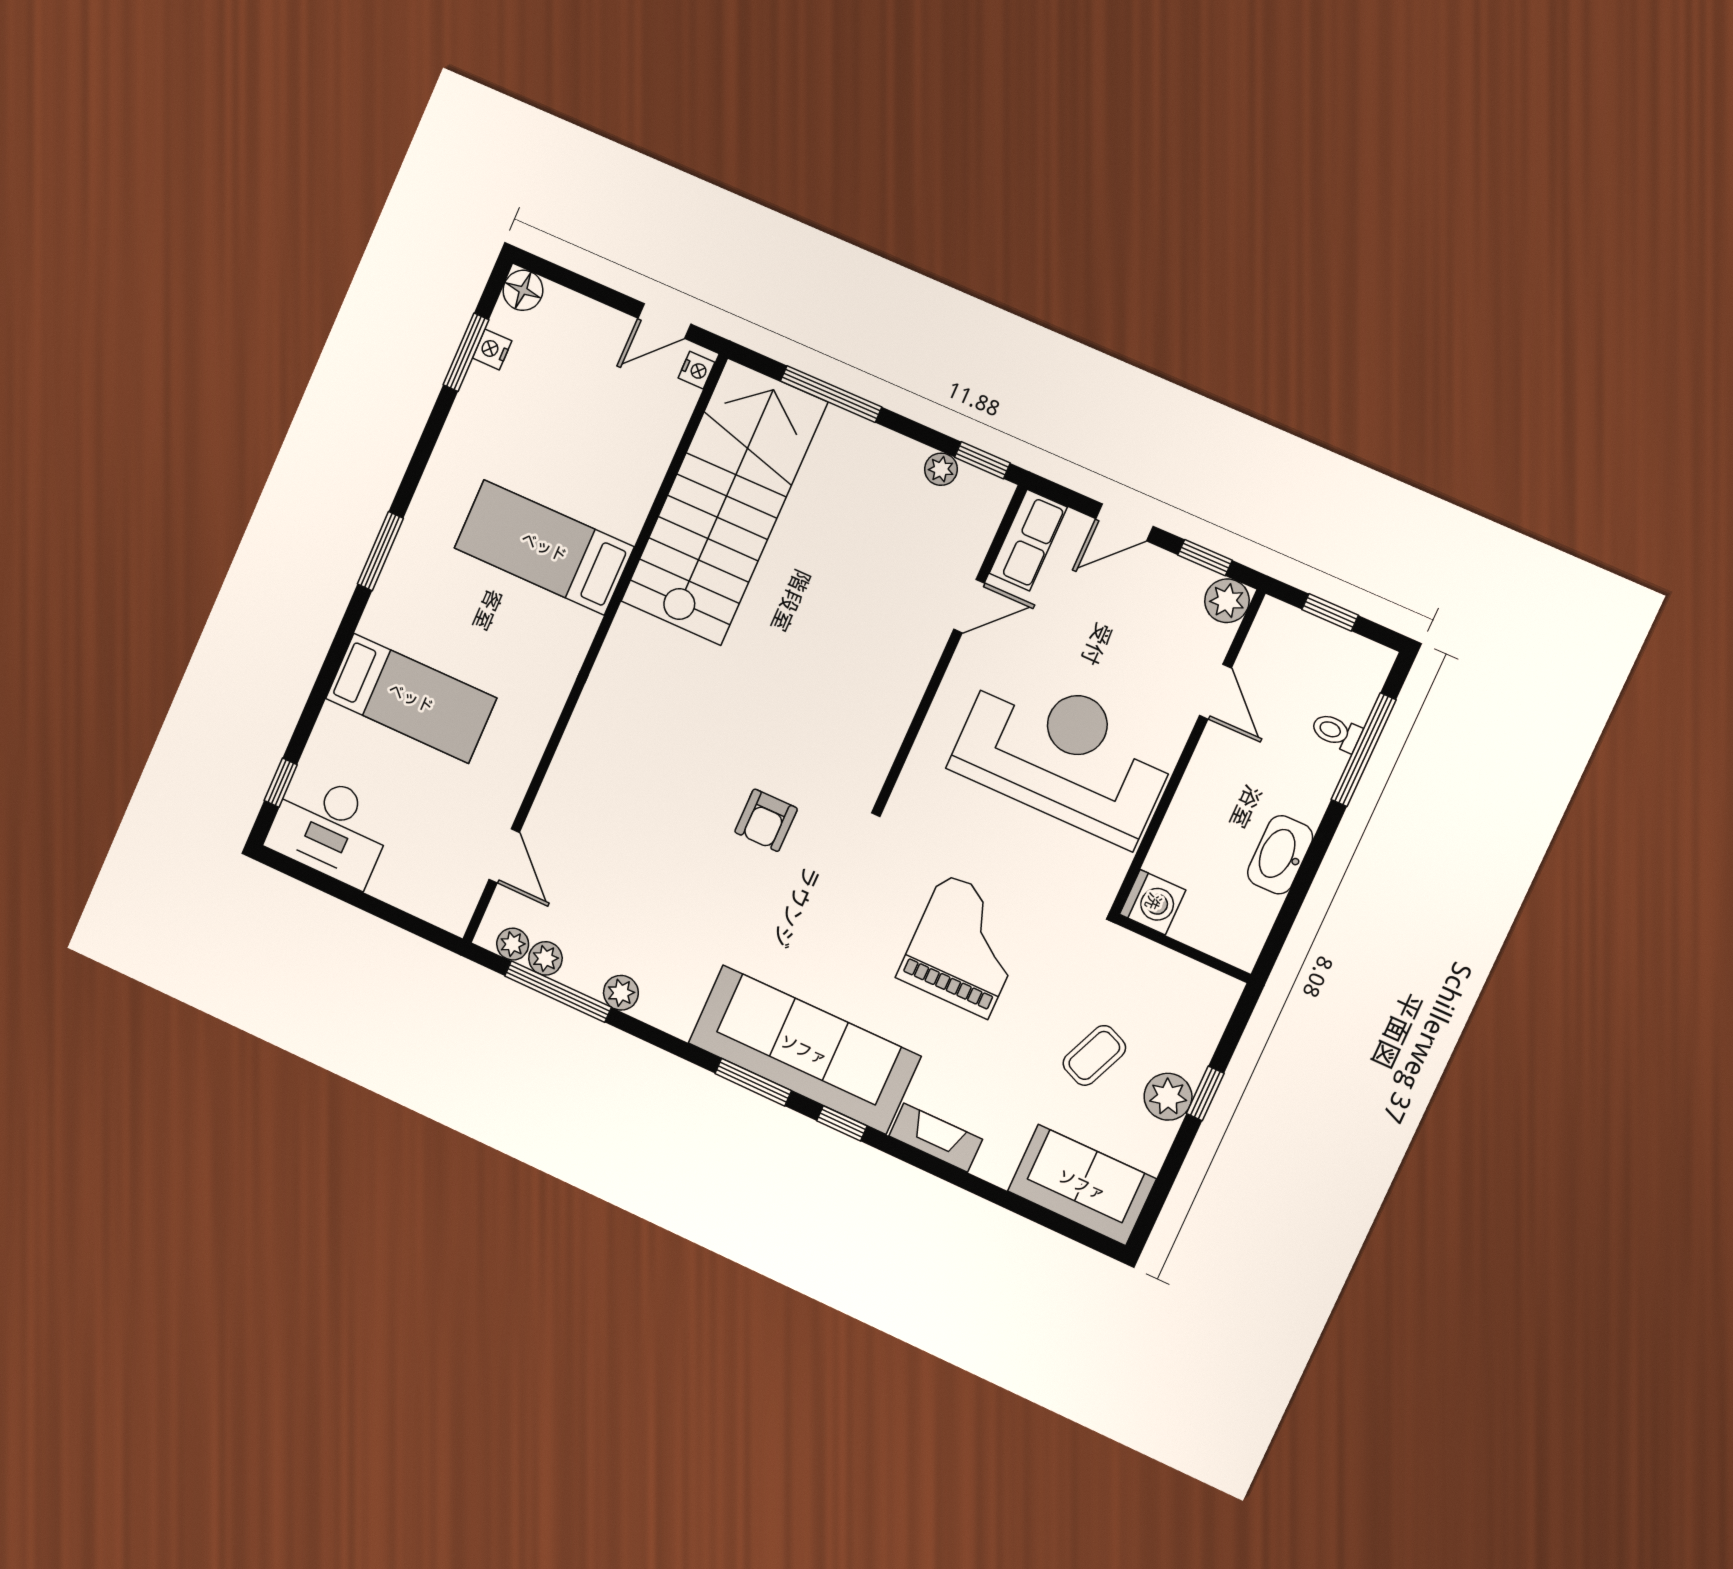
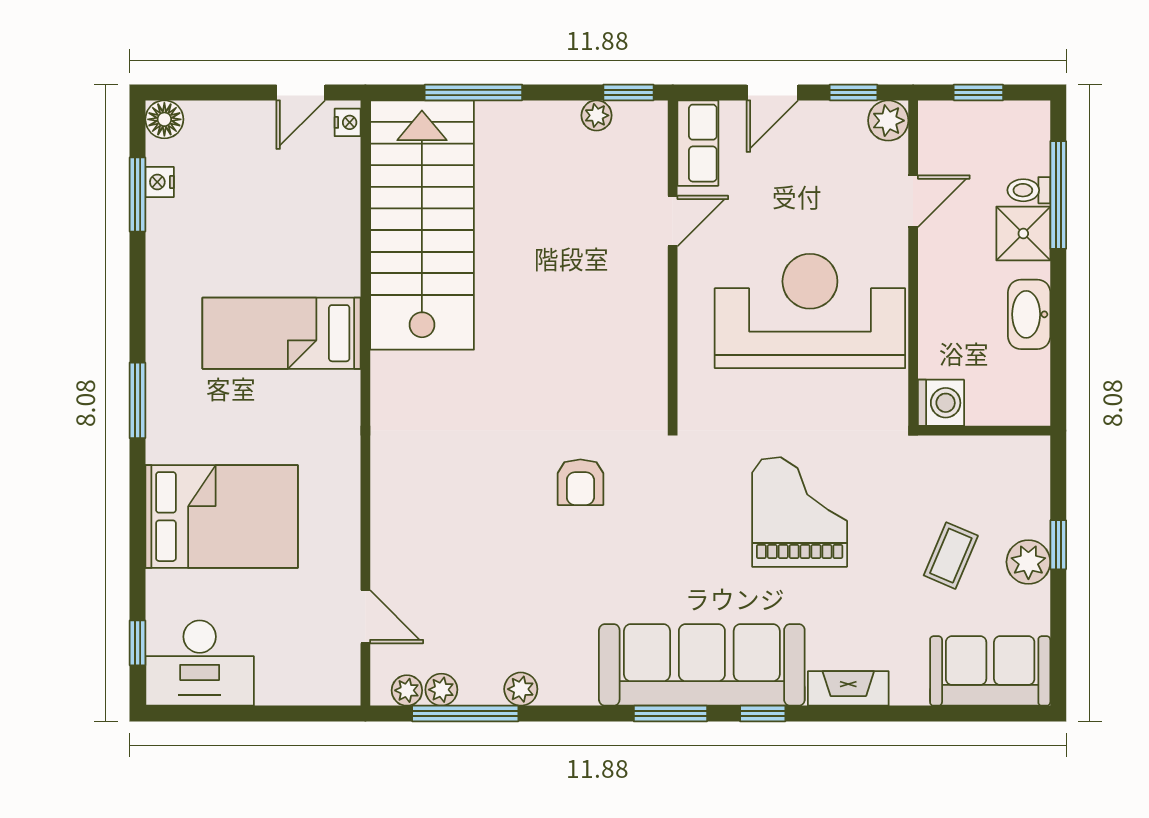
door: (1215, 692) -> (913, 201), hinge flipped
bed: (411, 698) -> (222, 517), width x1.50
shower: (1311, 772) -> (1023, 234), added

